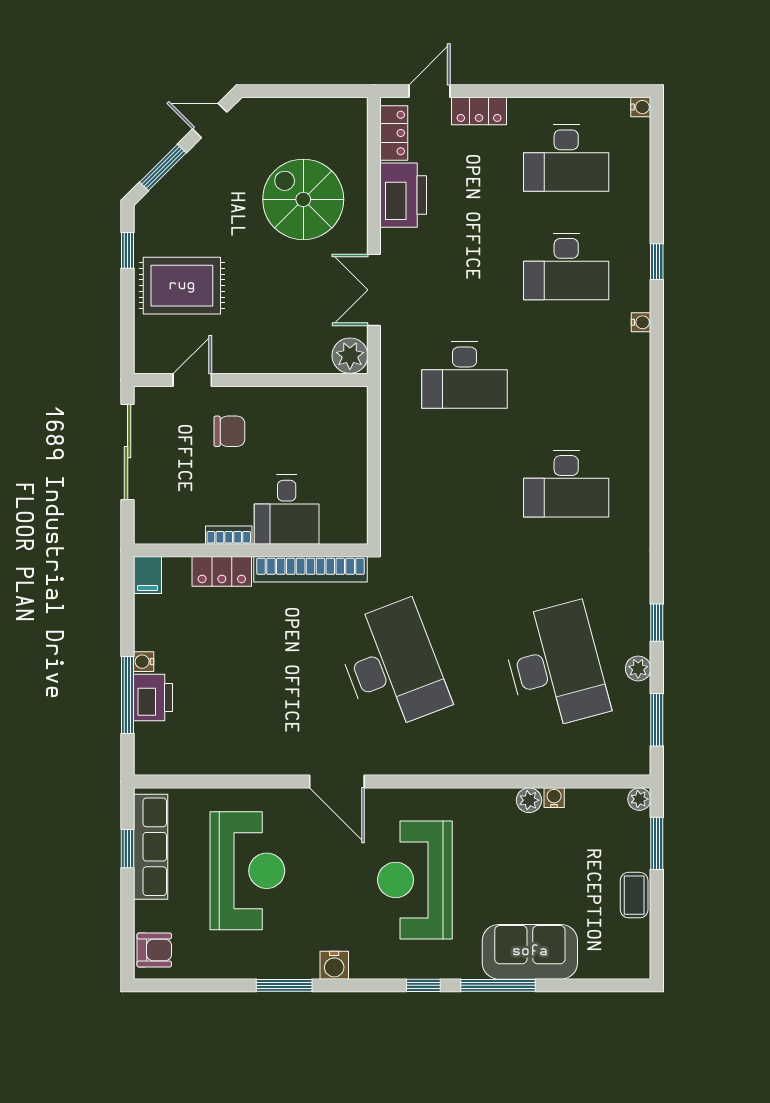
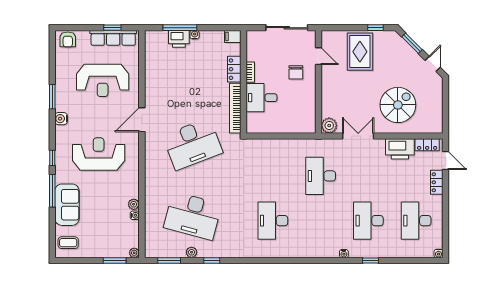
desk: (555, 666) -> (193, 216), turned 30
coffee table: (634, 895) -> (68, 243), moved

